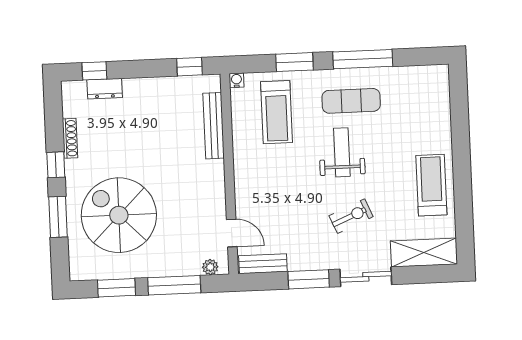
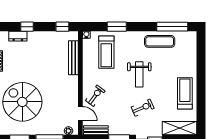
window: (363, 59) -> (172, 27), moved
window: (94, 71) -> (27, 27), moved
exercise mat: (351, 101) -> (160, 41), moved
weight bench: (342, 152) -> (139, 74), turned 180
exercise bike: (259, 197) -> (95, 96), added

